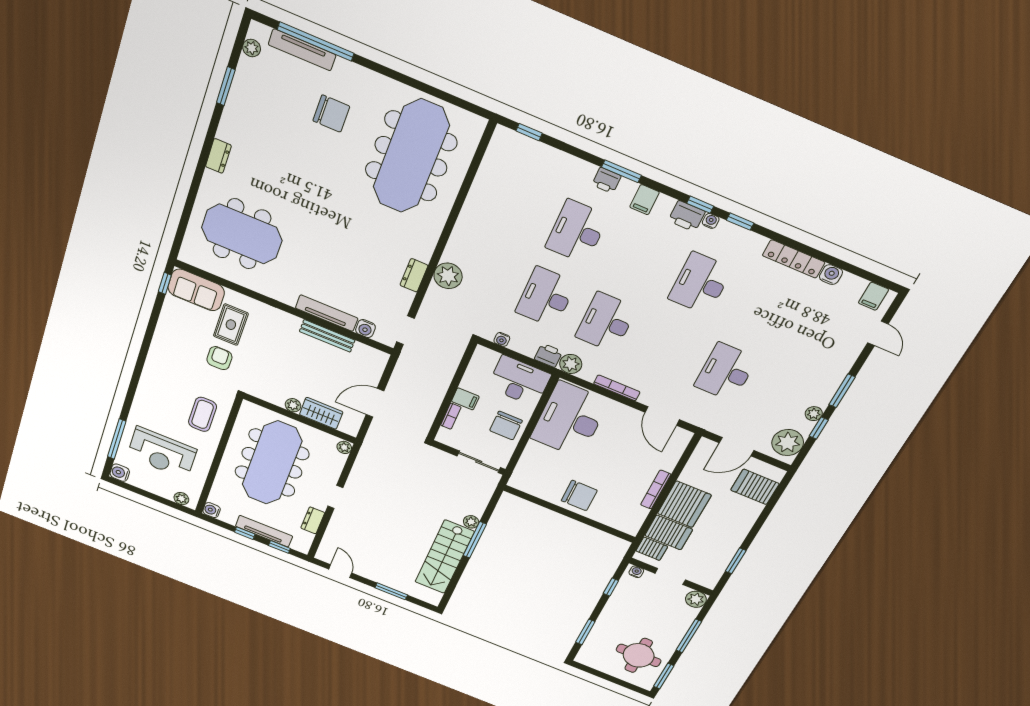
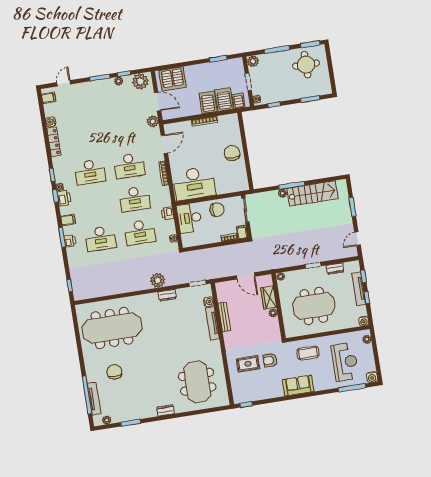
sofa: (196, 290) -> (298, 386), moved, turned -90
plant: (571, 364) -> (153, 121), moved
desk: (726, 372) -> (129, 166), moved
filing cabinet: (465, 399) -> (242, 232), moved
meeting table: (272, 463) -> (314, 306), width x0.73
server rack: (755, 487) -> (173, 79), width x1.60
server rack: (684, 504) -> (208, 102), width x0.62

